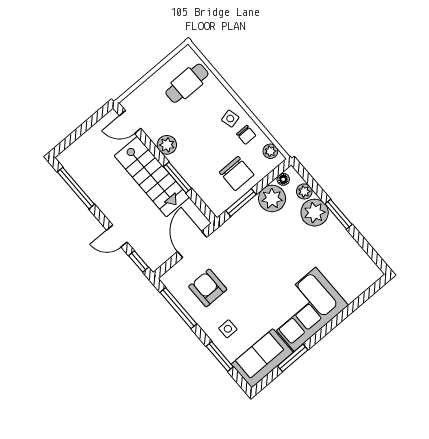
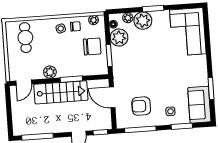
corner sofa: (305, 309) -> (188, 32), moved

